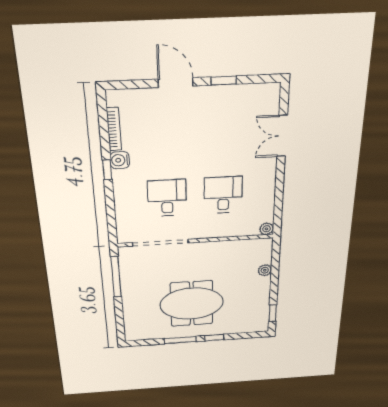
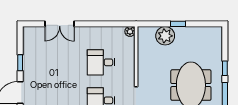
plant: (265, 270) -> (165, 36), width x1.88, depth x1.88
window: (273, 313) -> (178, 24), moved

